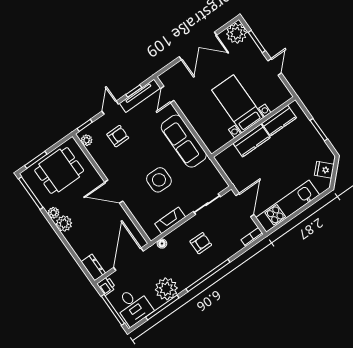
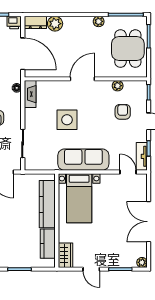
plant: (236, 33) -> (142, 262), width x0.53, depth x0.53
tv unit: (140, 96) -> (142, 156), width x0.71
wardrobe: (278, 98) -> (66, 255), added
bed with nightstands: (238, 104) -> (79, 198), moved, turned 90
armchair: (118, 136) -> (123, 112), turned 180
plant: (87, 140) -> (118, 86), moved
kitchen counter: (252, 140) -> (47, 204), width x1.50
fireplace: (170, 220) -> (30, 94), moved
plant: (64, 224) -> (55, 24), moved

